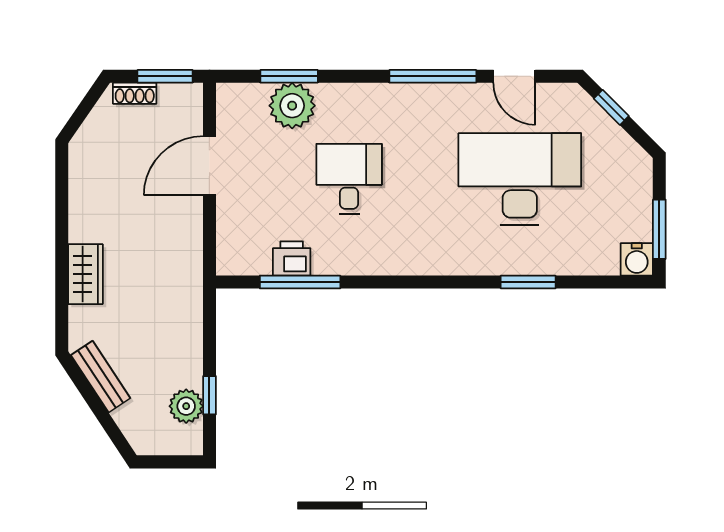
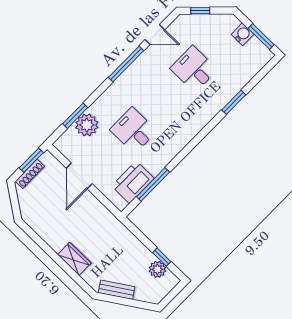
shoe rack: (135, 93) -> (30, 174), width x1.43
desk: (520, 179) -> (194, 69), width x0.53, depth x0.77
printer: (292, 258) -> (133, 182), width x1.87, depth x1.48
water cooler: (637, 259) -> (243, 34), moved, turned -90

